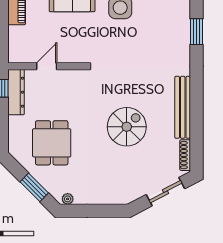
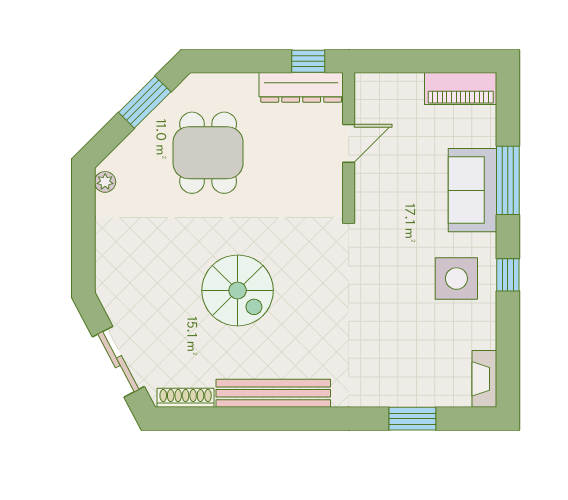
door: (47, 66) -> (349, 143), hinge flipped
dining table: (52, 143) -> (208, 153), turned 90
window: (34, 187) -> (145, 102), moved

